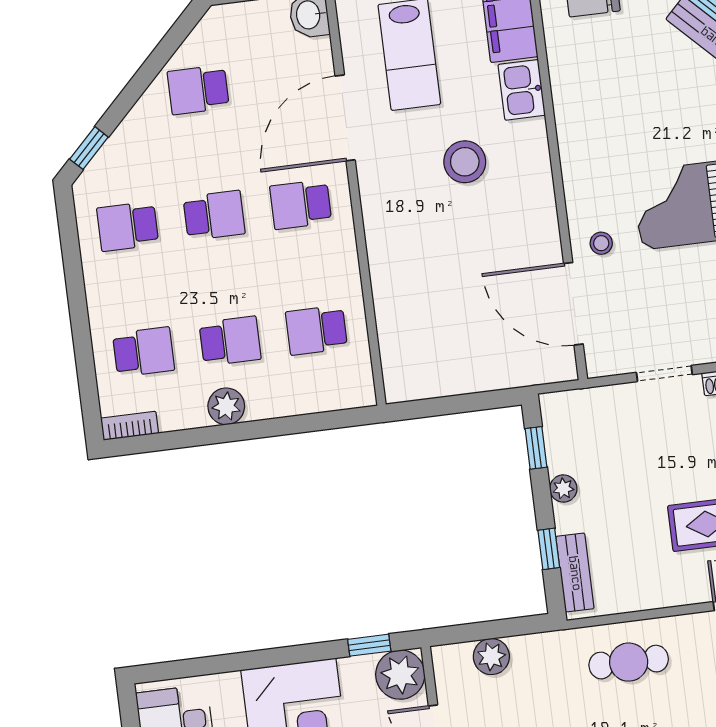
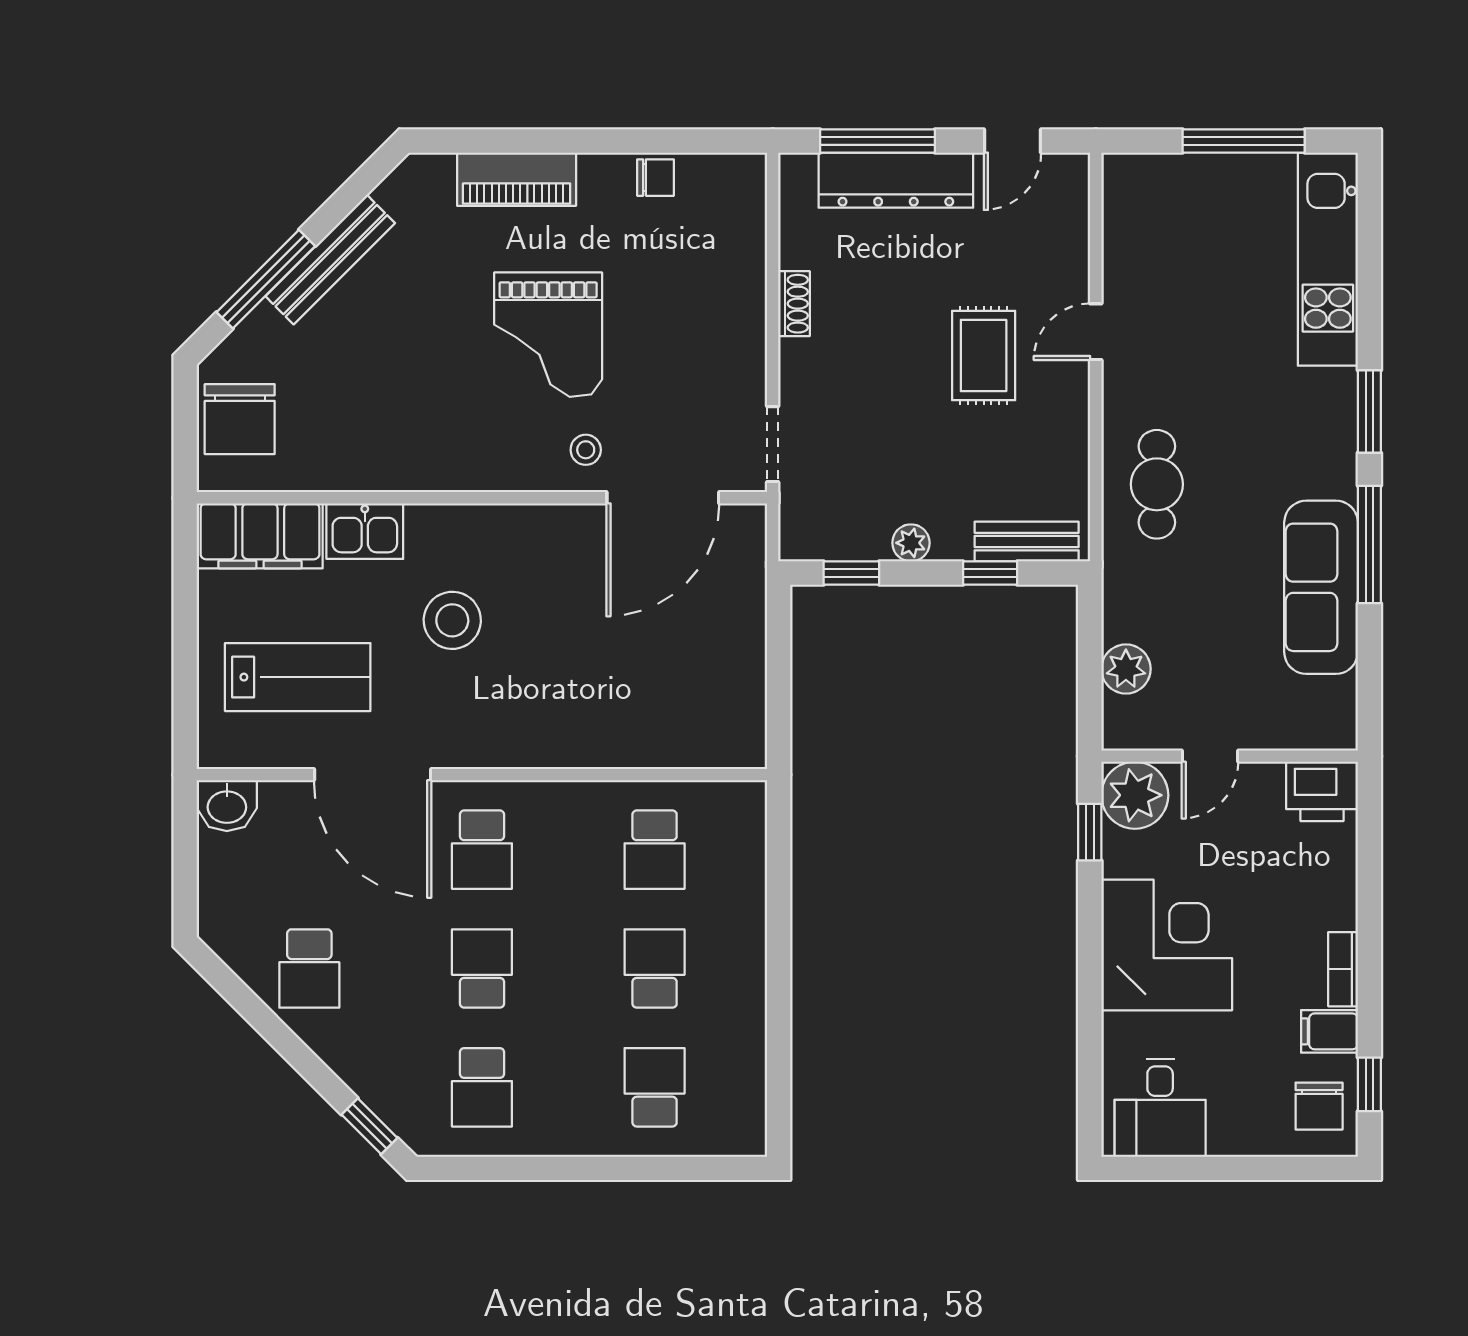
doorway: (664, 374) -> (773, 444), moved
plant: (226, 406) -> (742, 985), removed
bookcase: (130, 426) -> (752, 1119), removed

